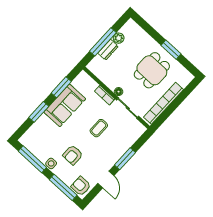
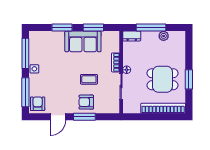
dresser: (108, 50) -> (132, 36), moved
bookcase: (164, 103) -> (163, 108), moved
armchair: (73, 155) -> (86, 102), moved

